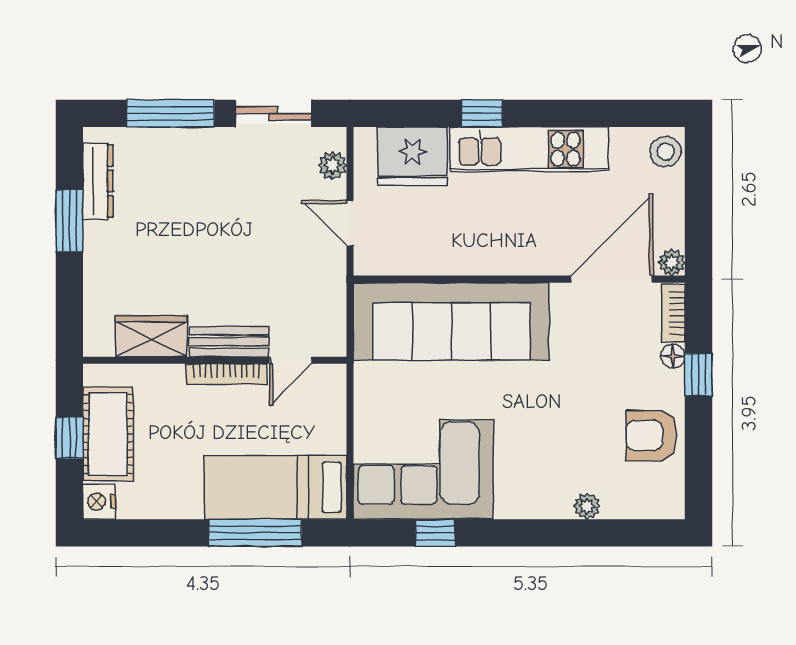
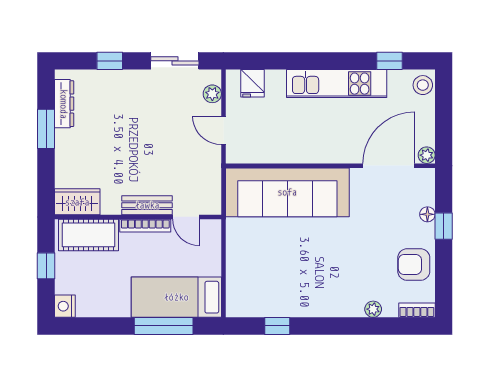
window: (170, 113) -> (110, 61), width x0.46
window: (482, 113) -> (389, 61), moved
fridge: (413, 156) -> (253, 83), width x0.53, depth x0.75
bookcase: (673, 313) -> (417, 310), moved, turned 90
wardrobe: (151, 336) -> (77, 202), moved
door: (291, 360) -> (186, 217), hinge flipped
cot: (108, 434) -> (88, 235), moved, turned 90
corner sofa: (423, 469) -> (270, 286), removed

